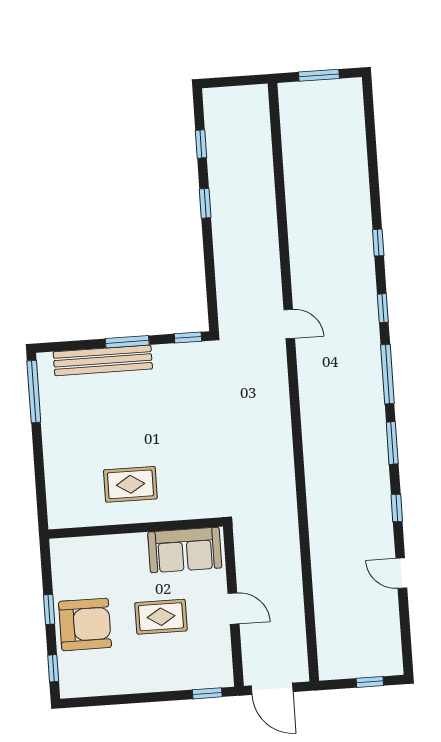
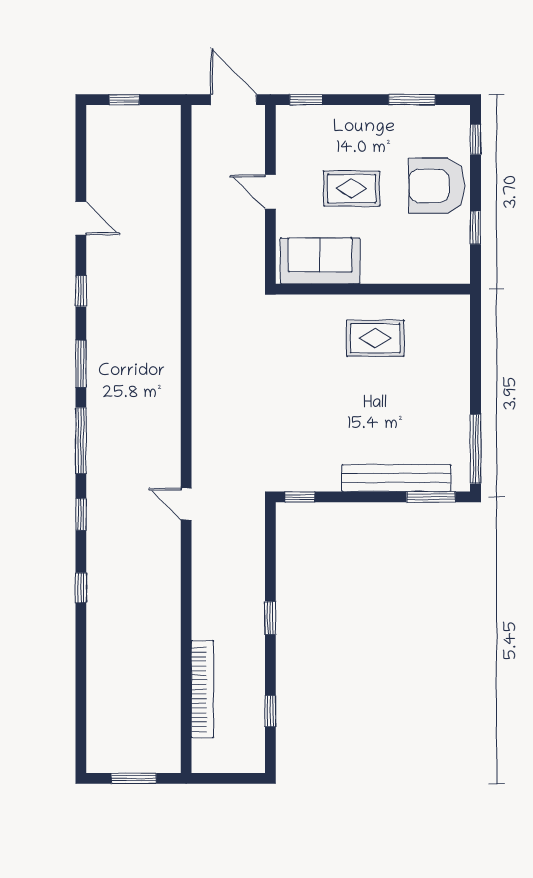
bookcase: (263, 159) -> (202, 689), added
window: (205, 203) -> (270, 618), moved
window: (127, 342) -> (431, 497), moved
window: (49, 609) -> (476, 228), moved
window: (113, 700) -> (412, 100), added

